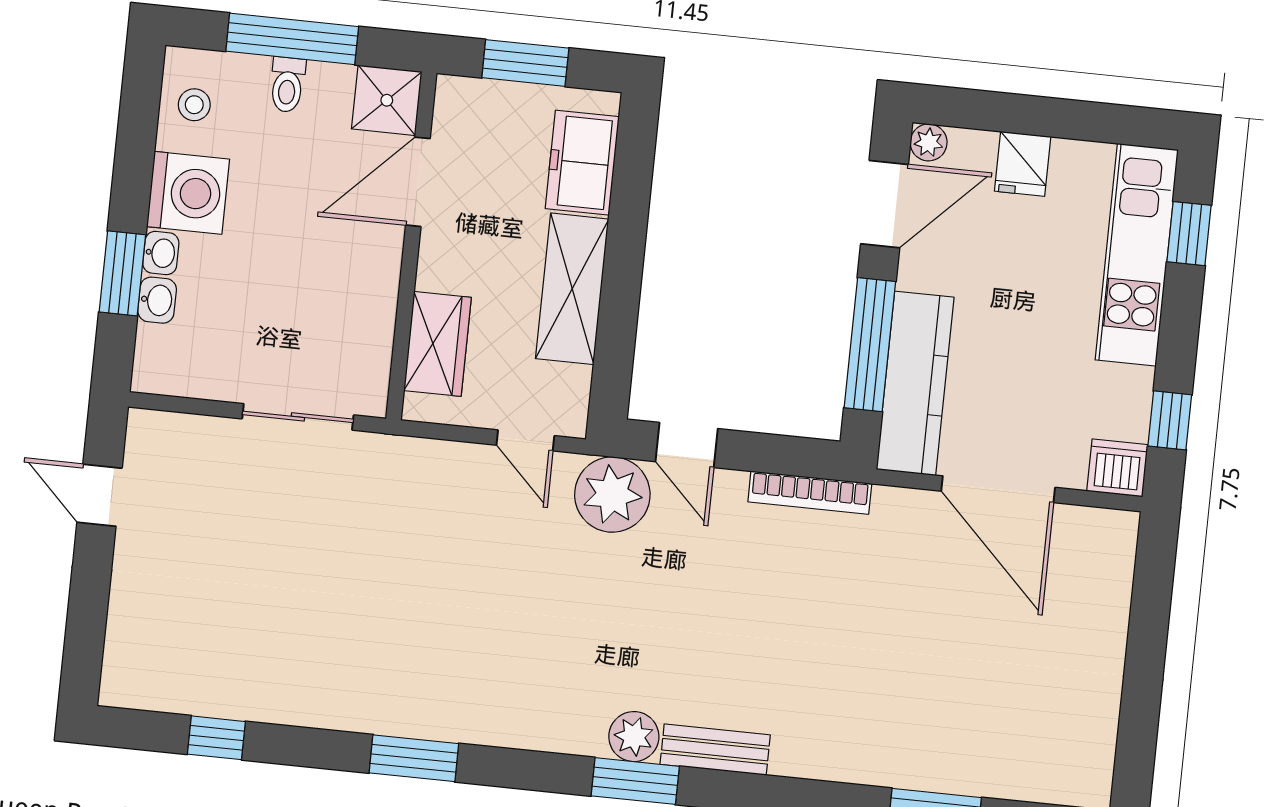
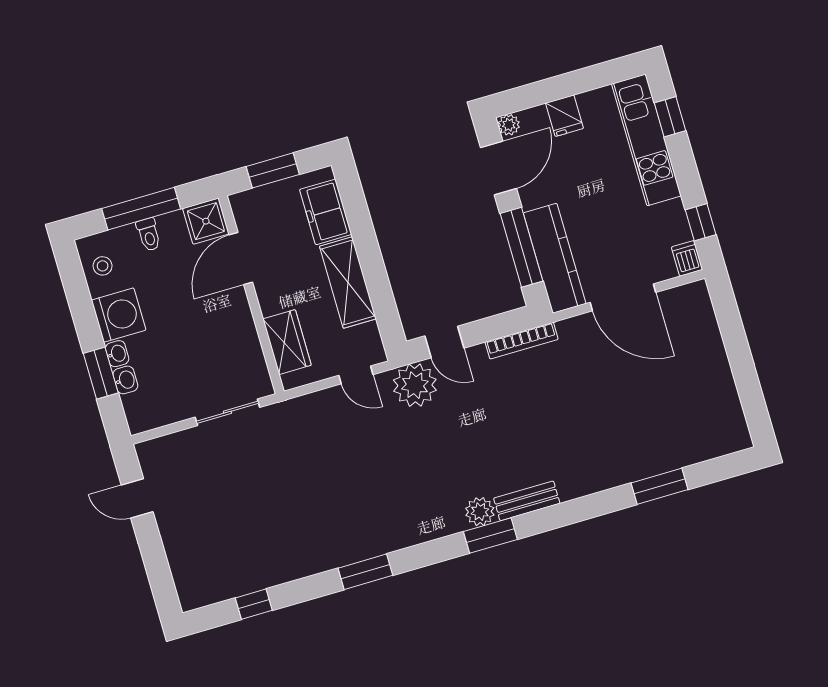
dishwasher: (1117, 468) -> (687, 258), width x0.73

